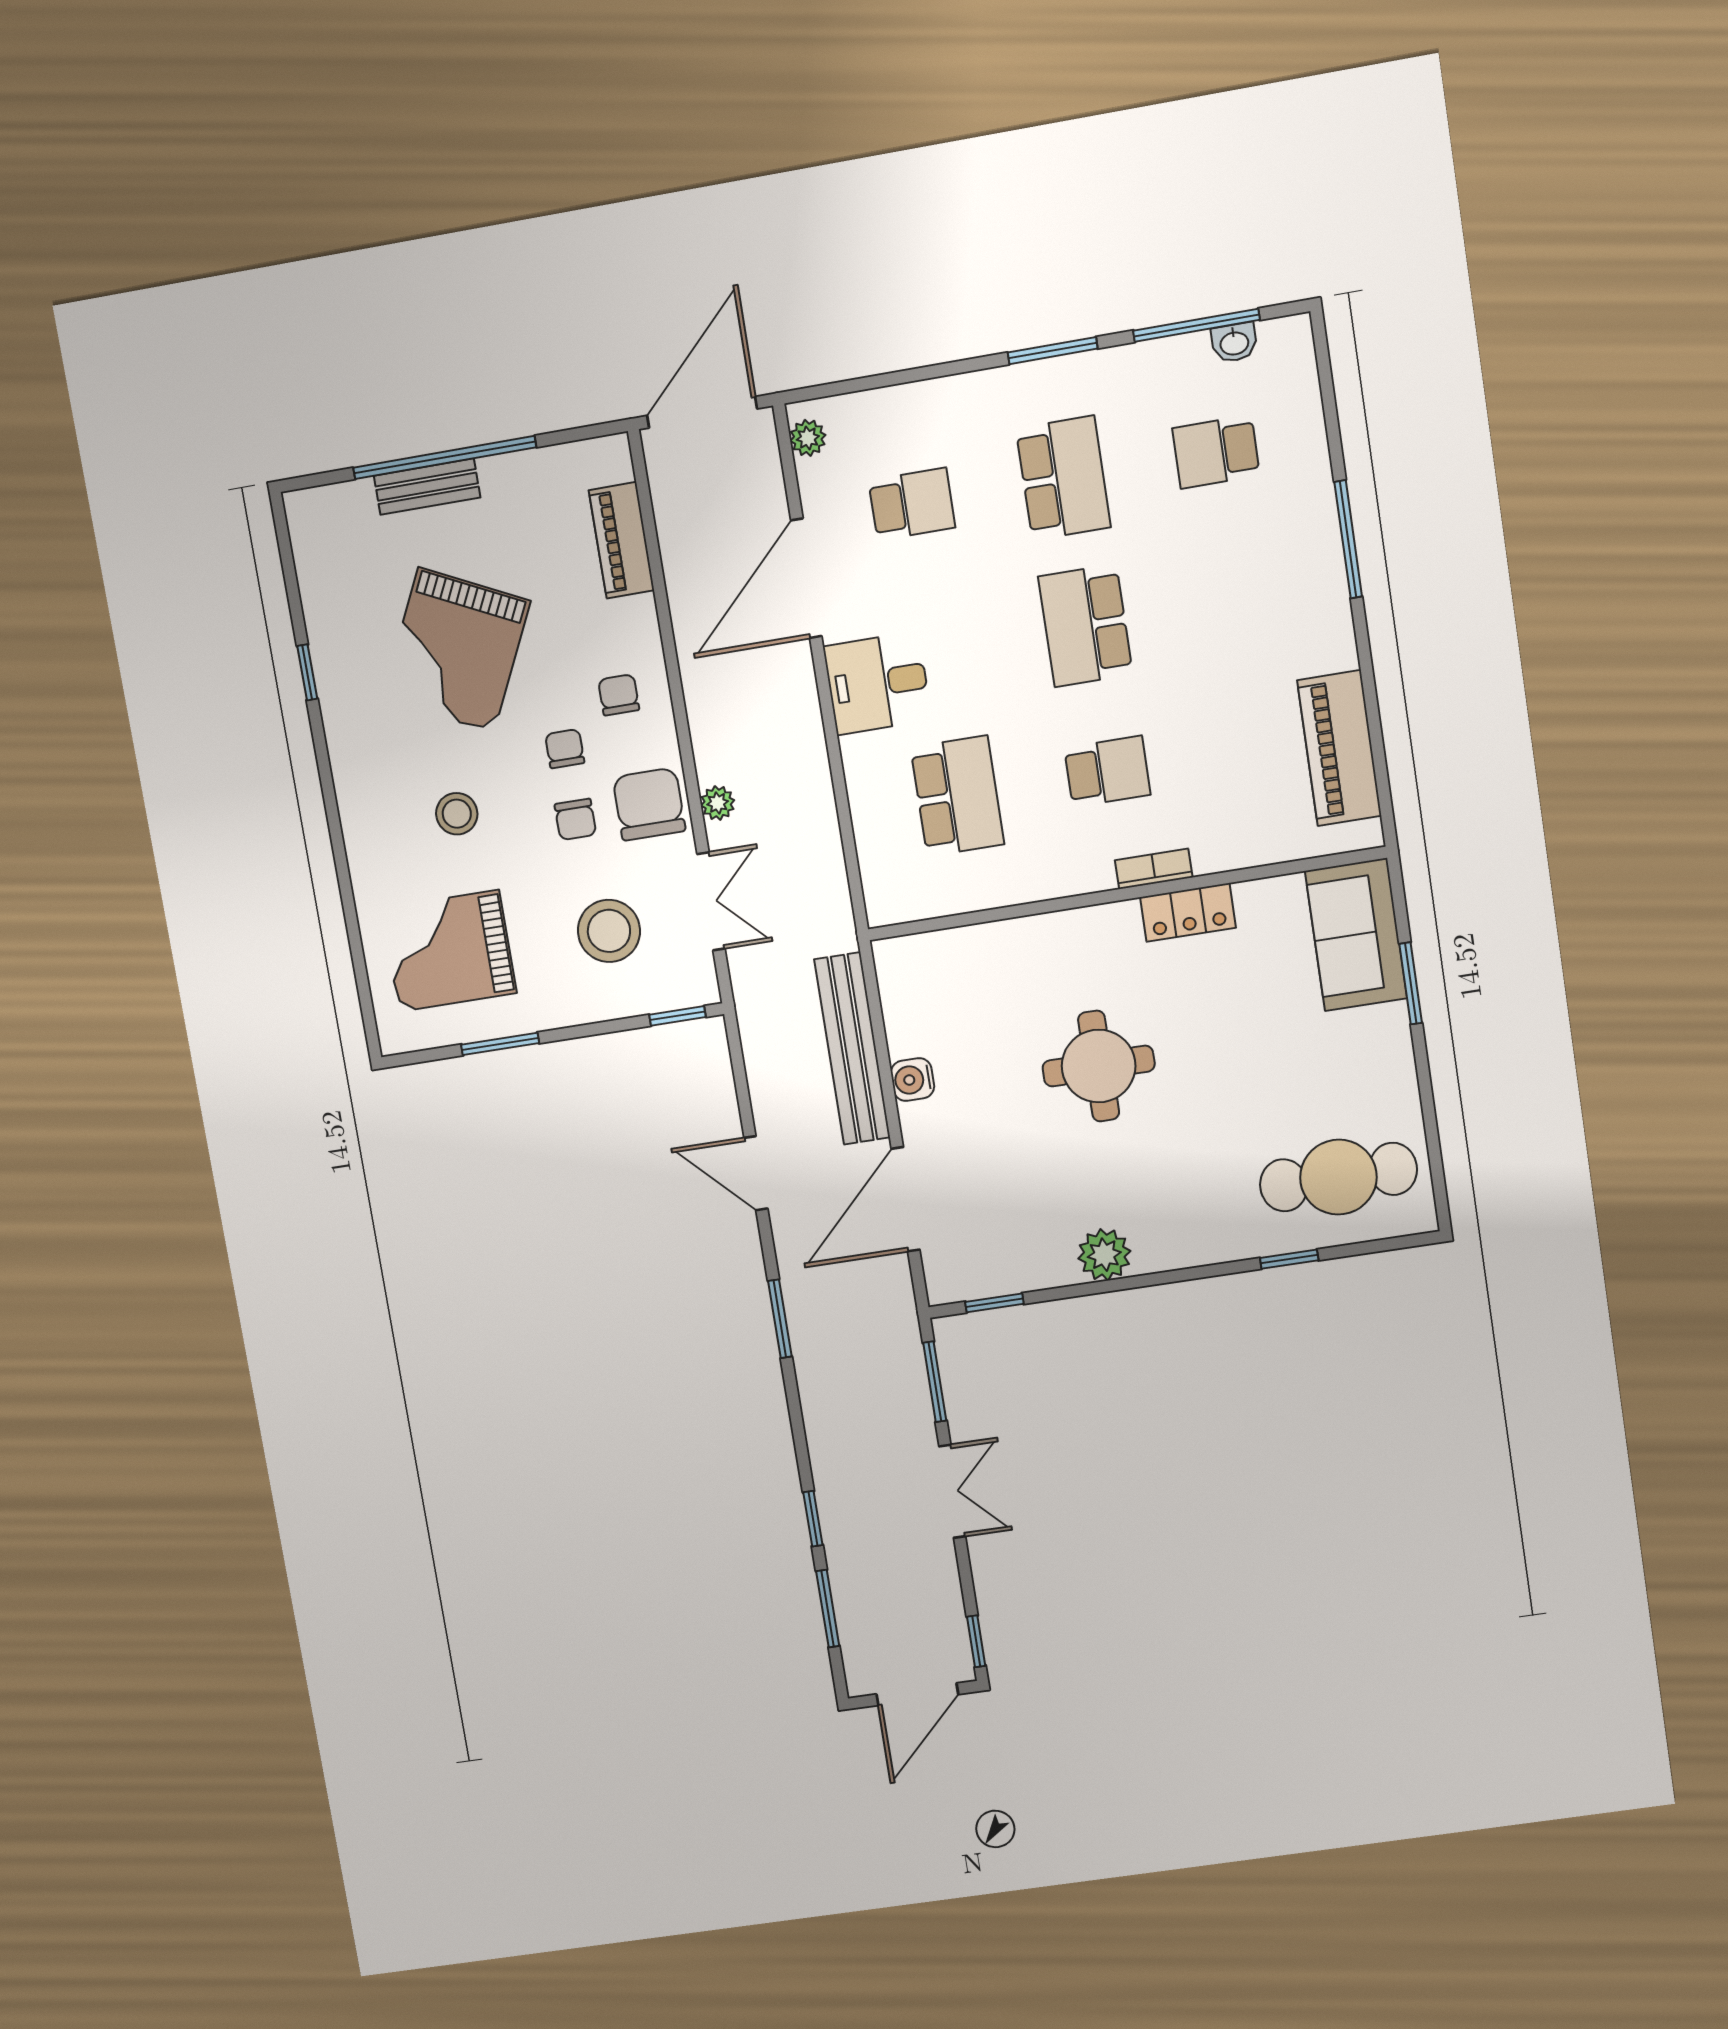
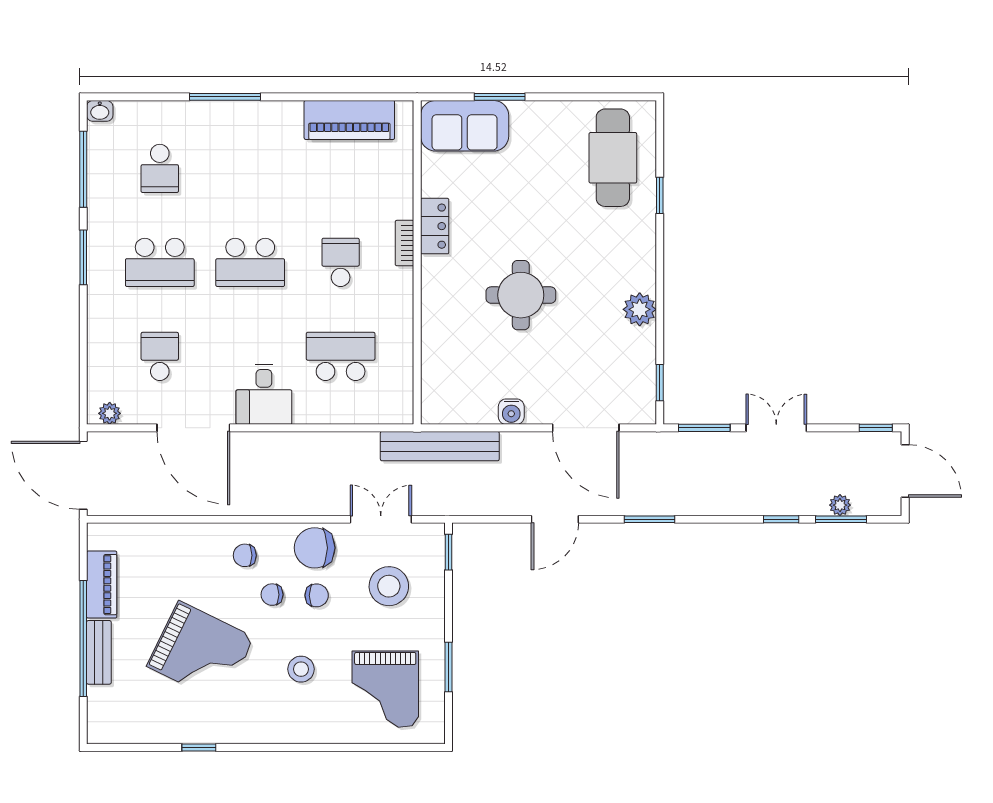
washbasin: (1234, 343) -> (100, 111), moved, turned 90
school desk: (1063, 478) -> (160, 262), turned 180
piano: (622, 540) -> (102, 585), moved, turned -90
plant: (718, 803) -> (840, 505), moved
bench: (852, 1049) -> (440, 446), moved

